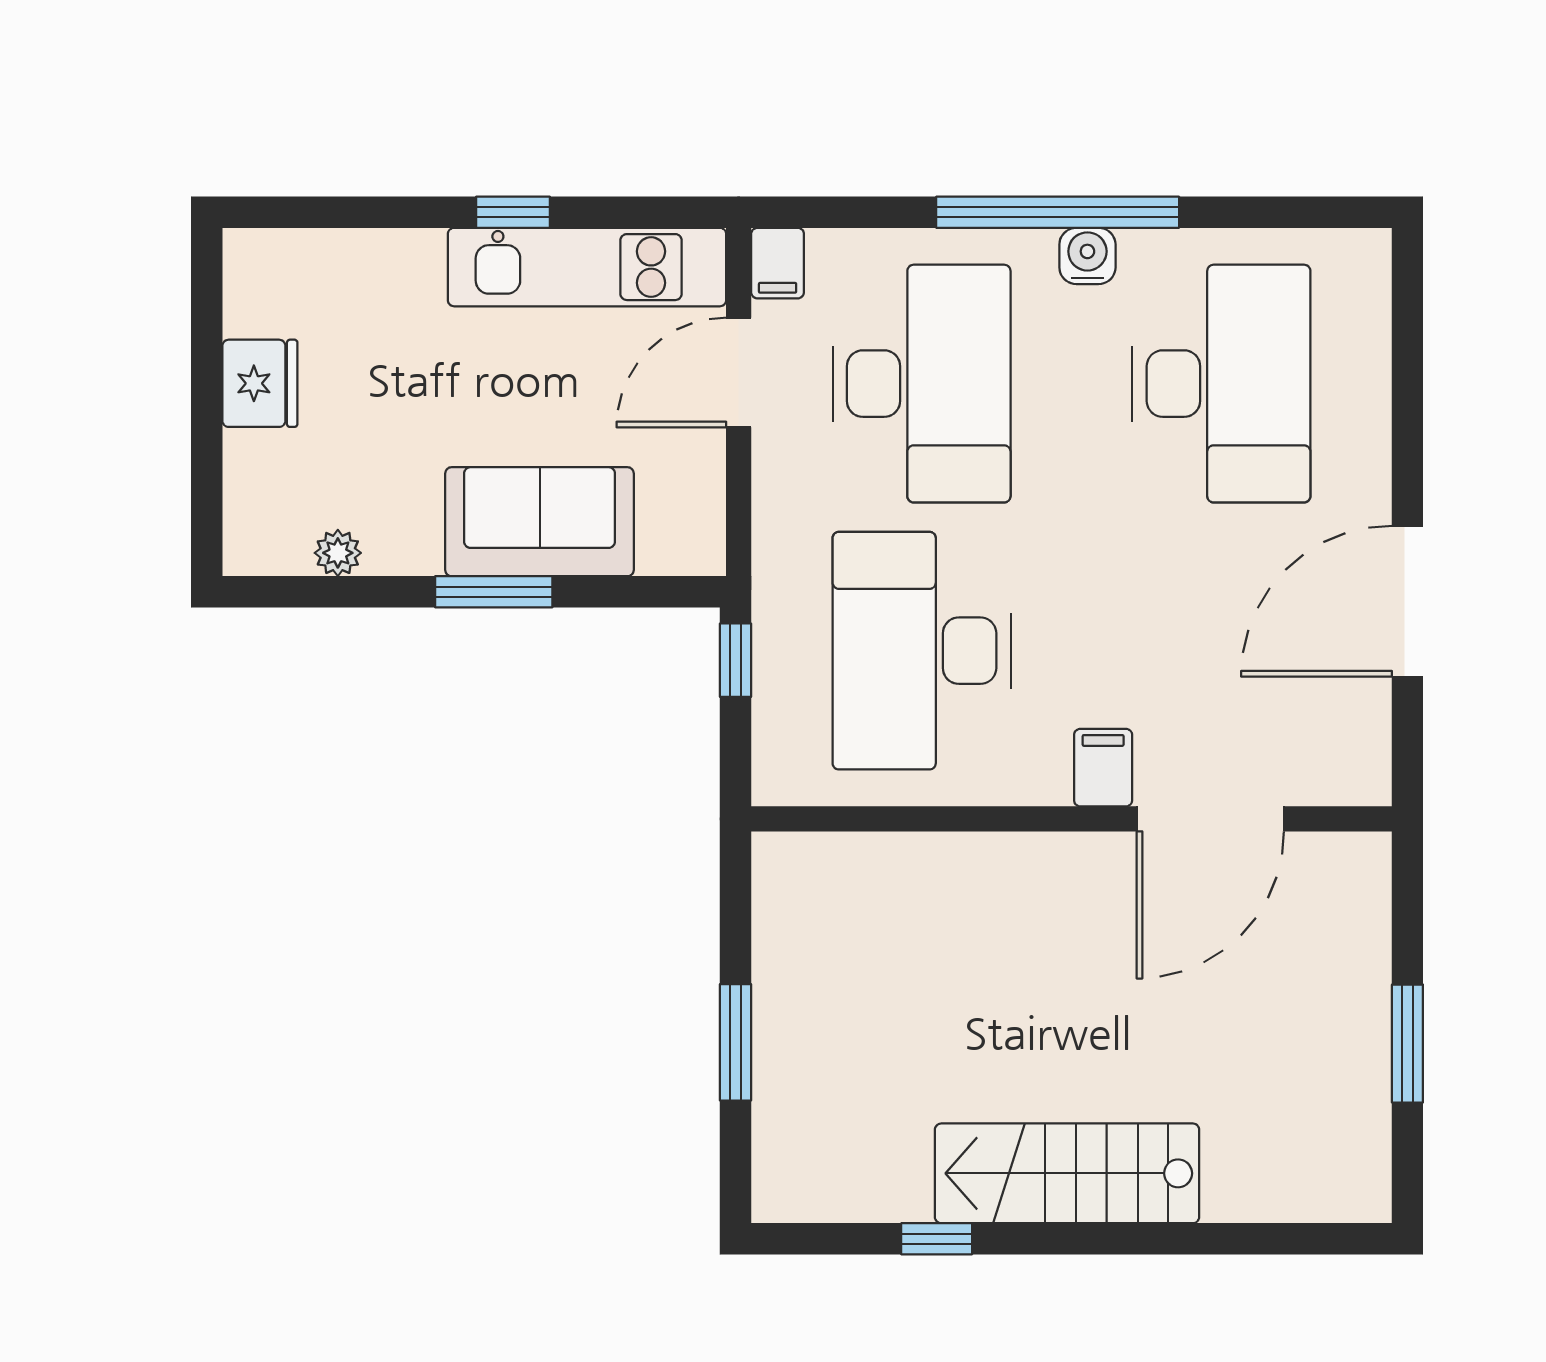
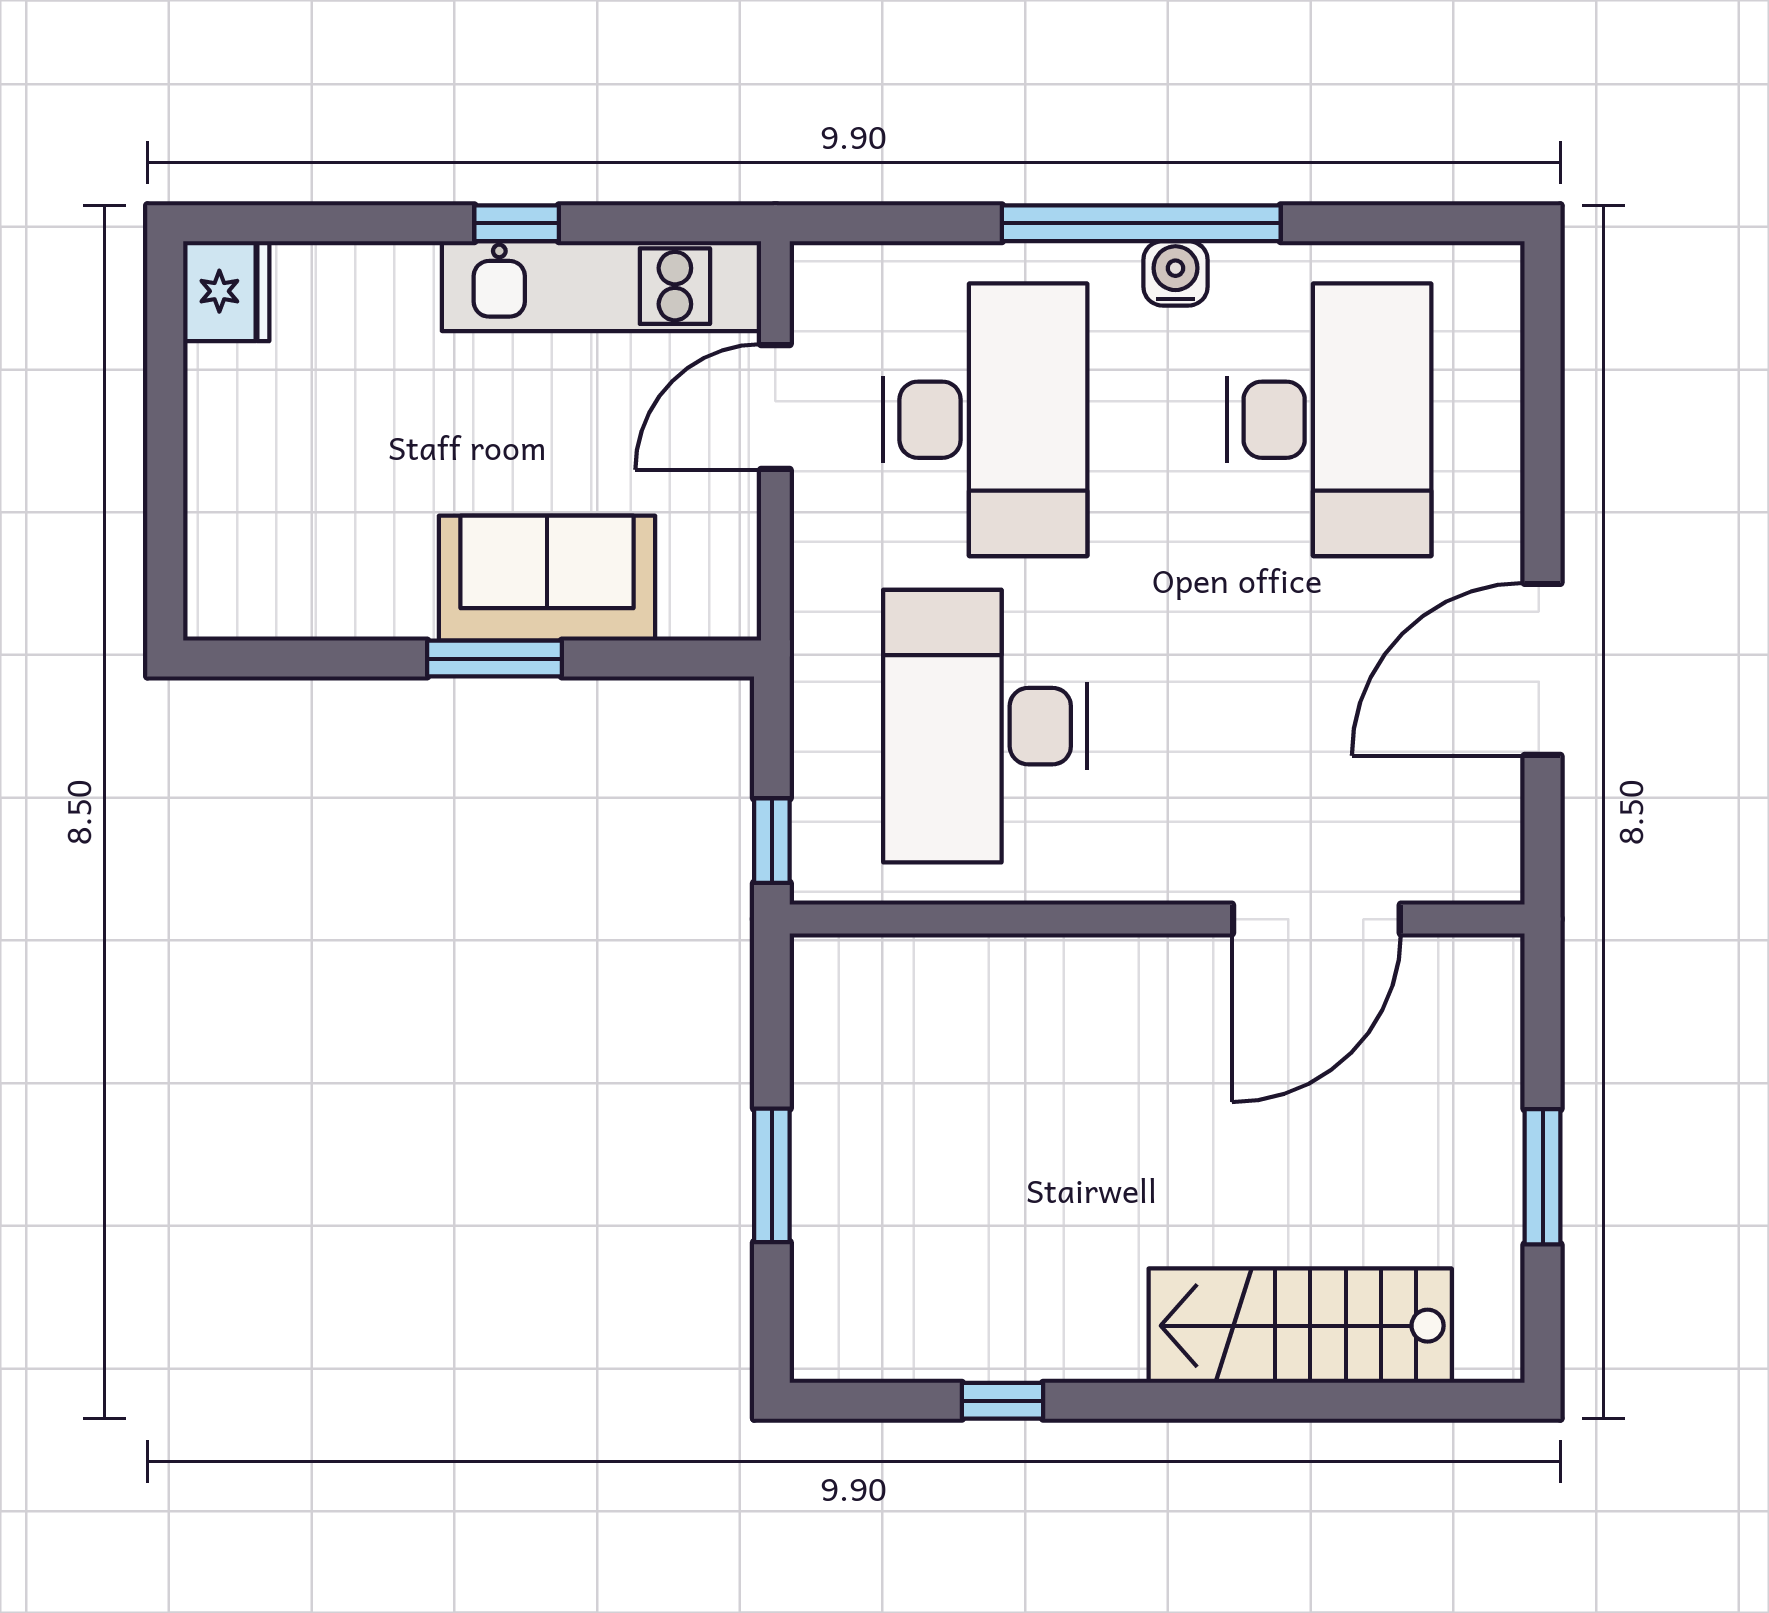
filing cabinet: (778, 263) -> (820, 282), removed
fridge: (260, 383) -> (226, 291), moved
plant: (338, 553) -> (316, 614), removed
window: (736, 660) -> (772, 841), moved
filing cabinet: (1103, 768) -> (1193, 860), removed
stairs: (1067, 1173) -> (1300, 1326), moved

